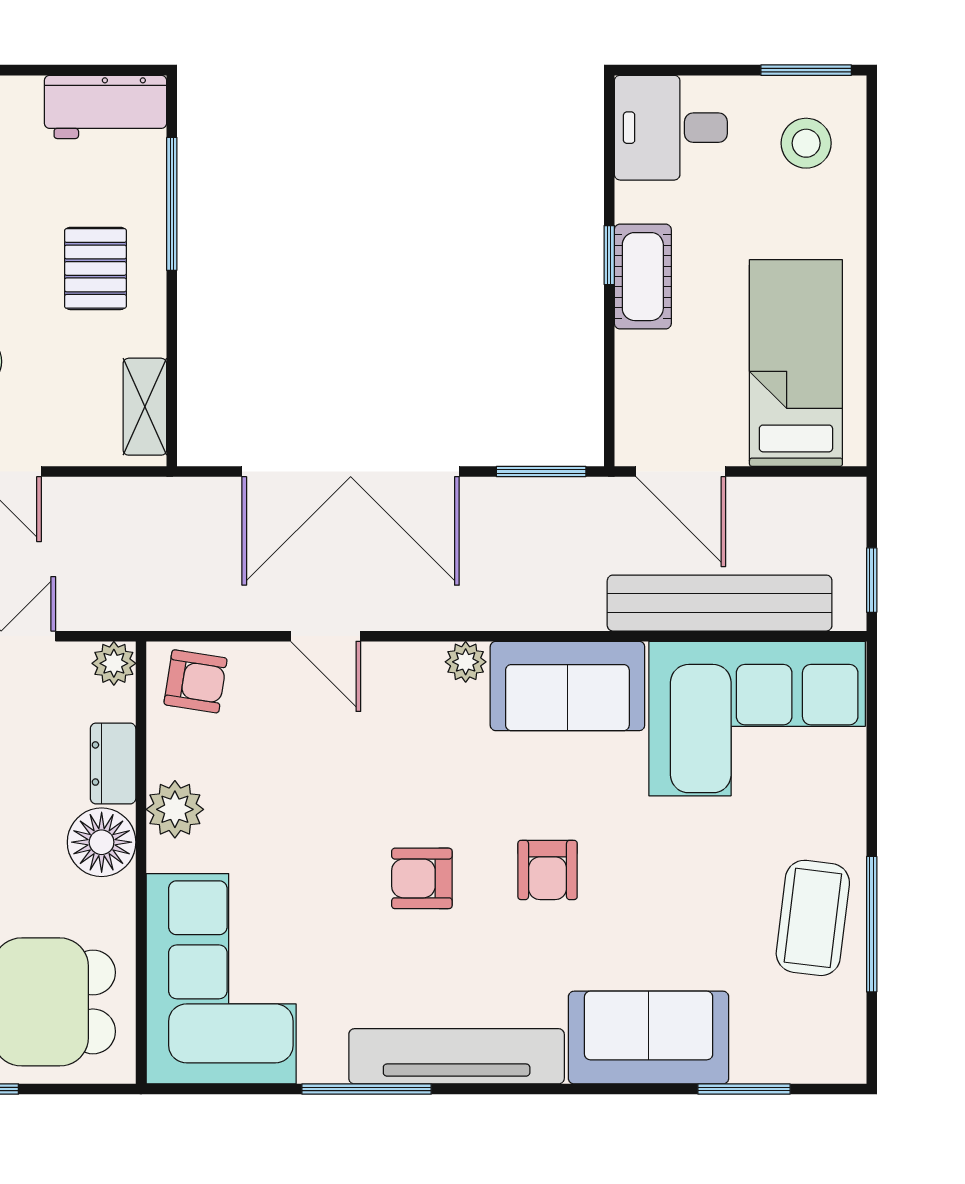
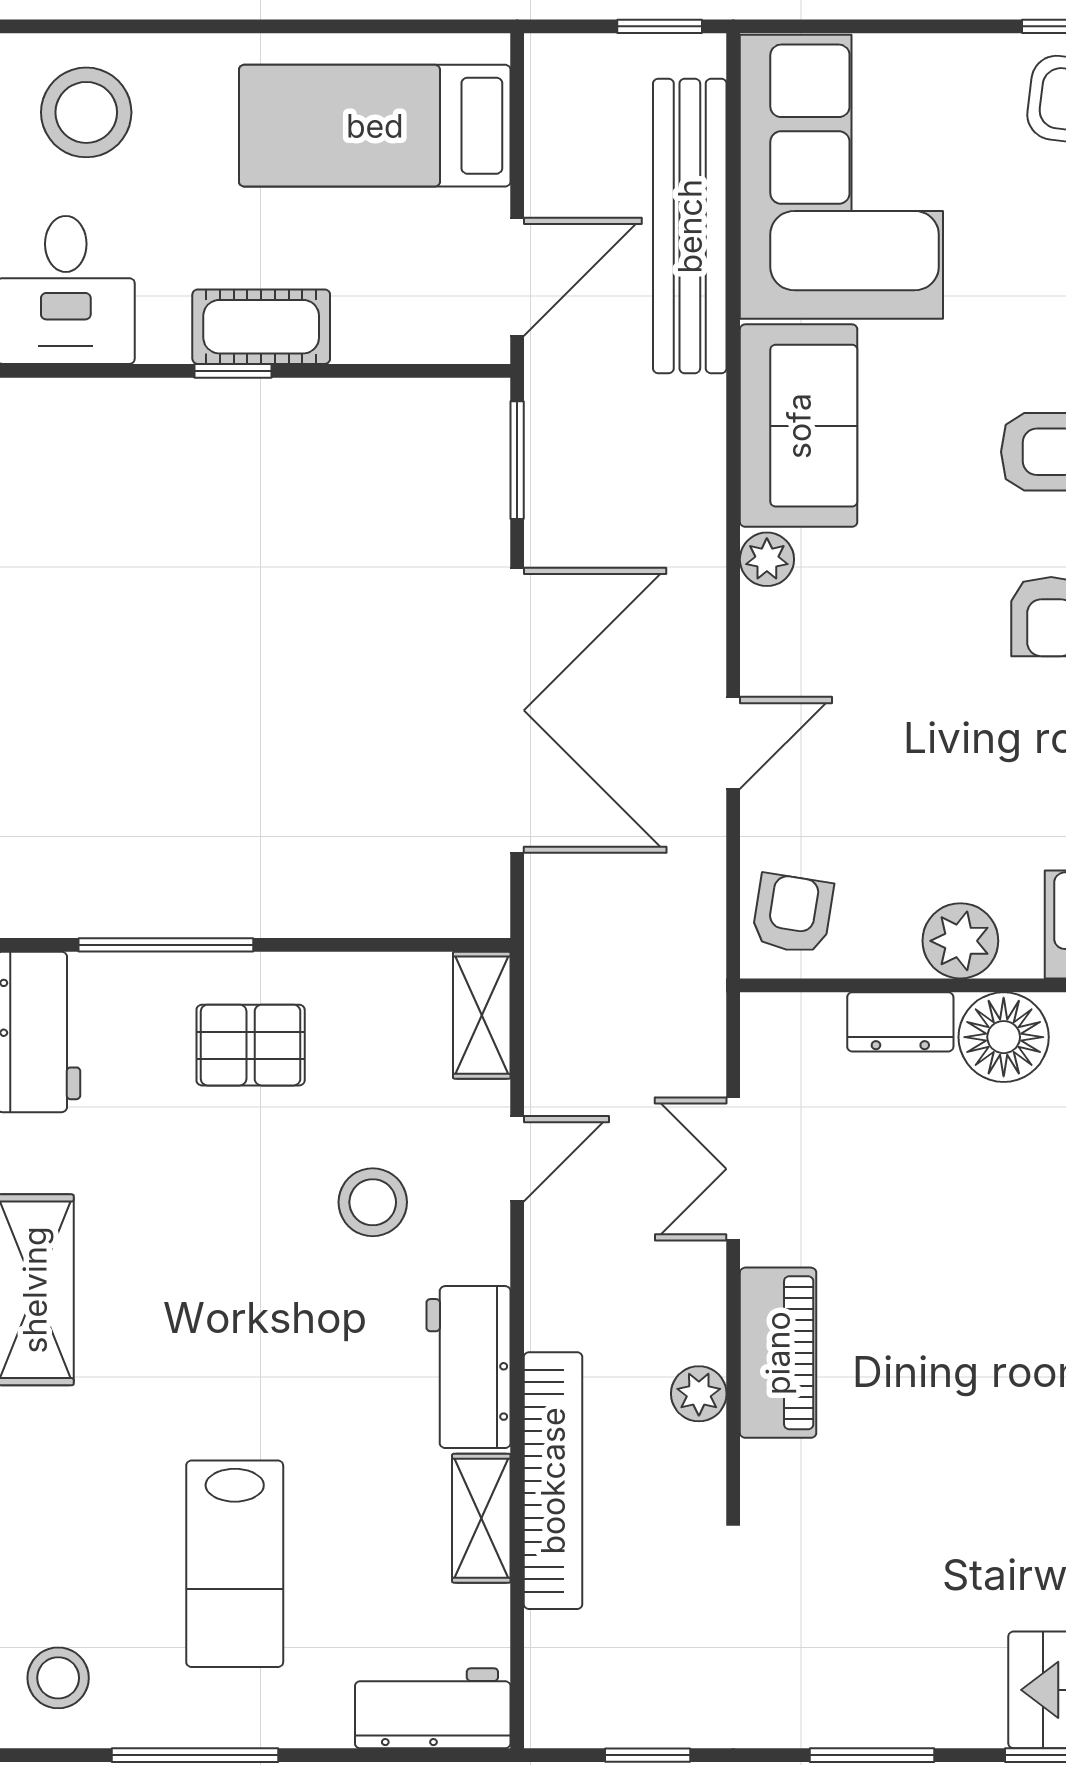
stool: (806, 143) -> (86, 112), width x1.38, depth x1.38
shelving: (145, 407) -> (482, 1015), moved, turned 90
plant: (114, 663) -> (769, 1021), removed

